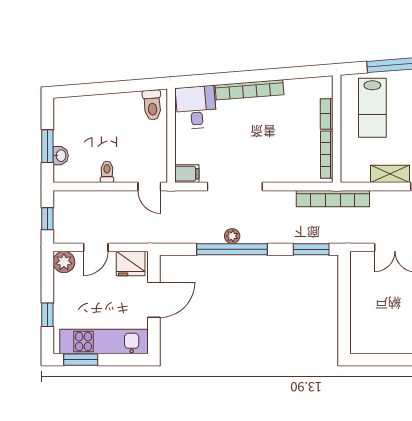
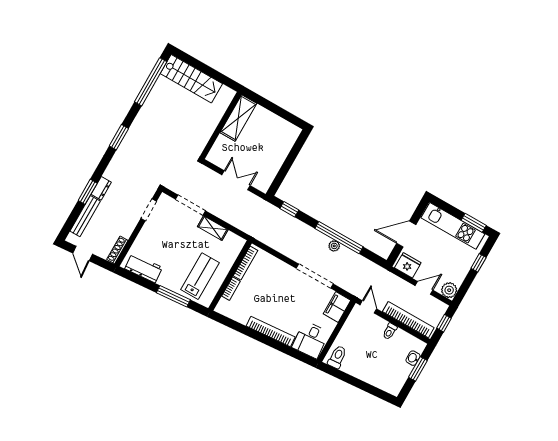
filing cabinet: (187, 174) -> (337, 307), width x2.00
bookcase: (333, 199) -> (408, 320), moved
window: (311, 249) -> (289, 209), width x0.67

